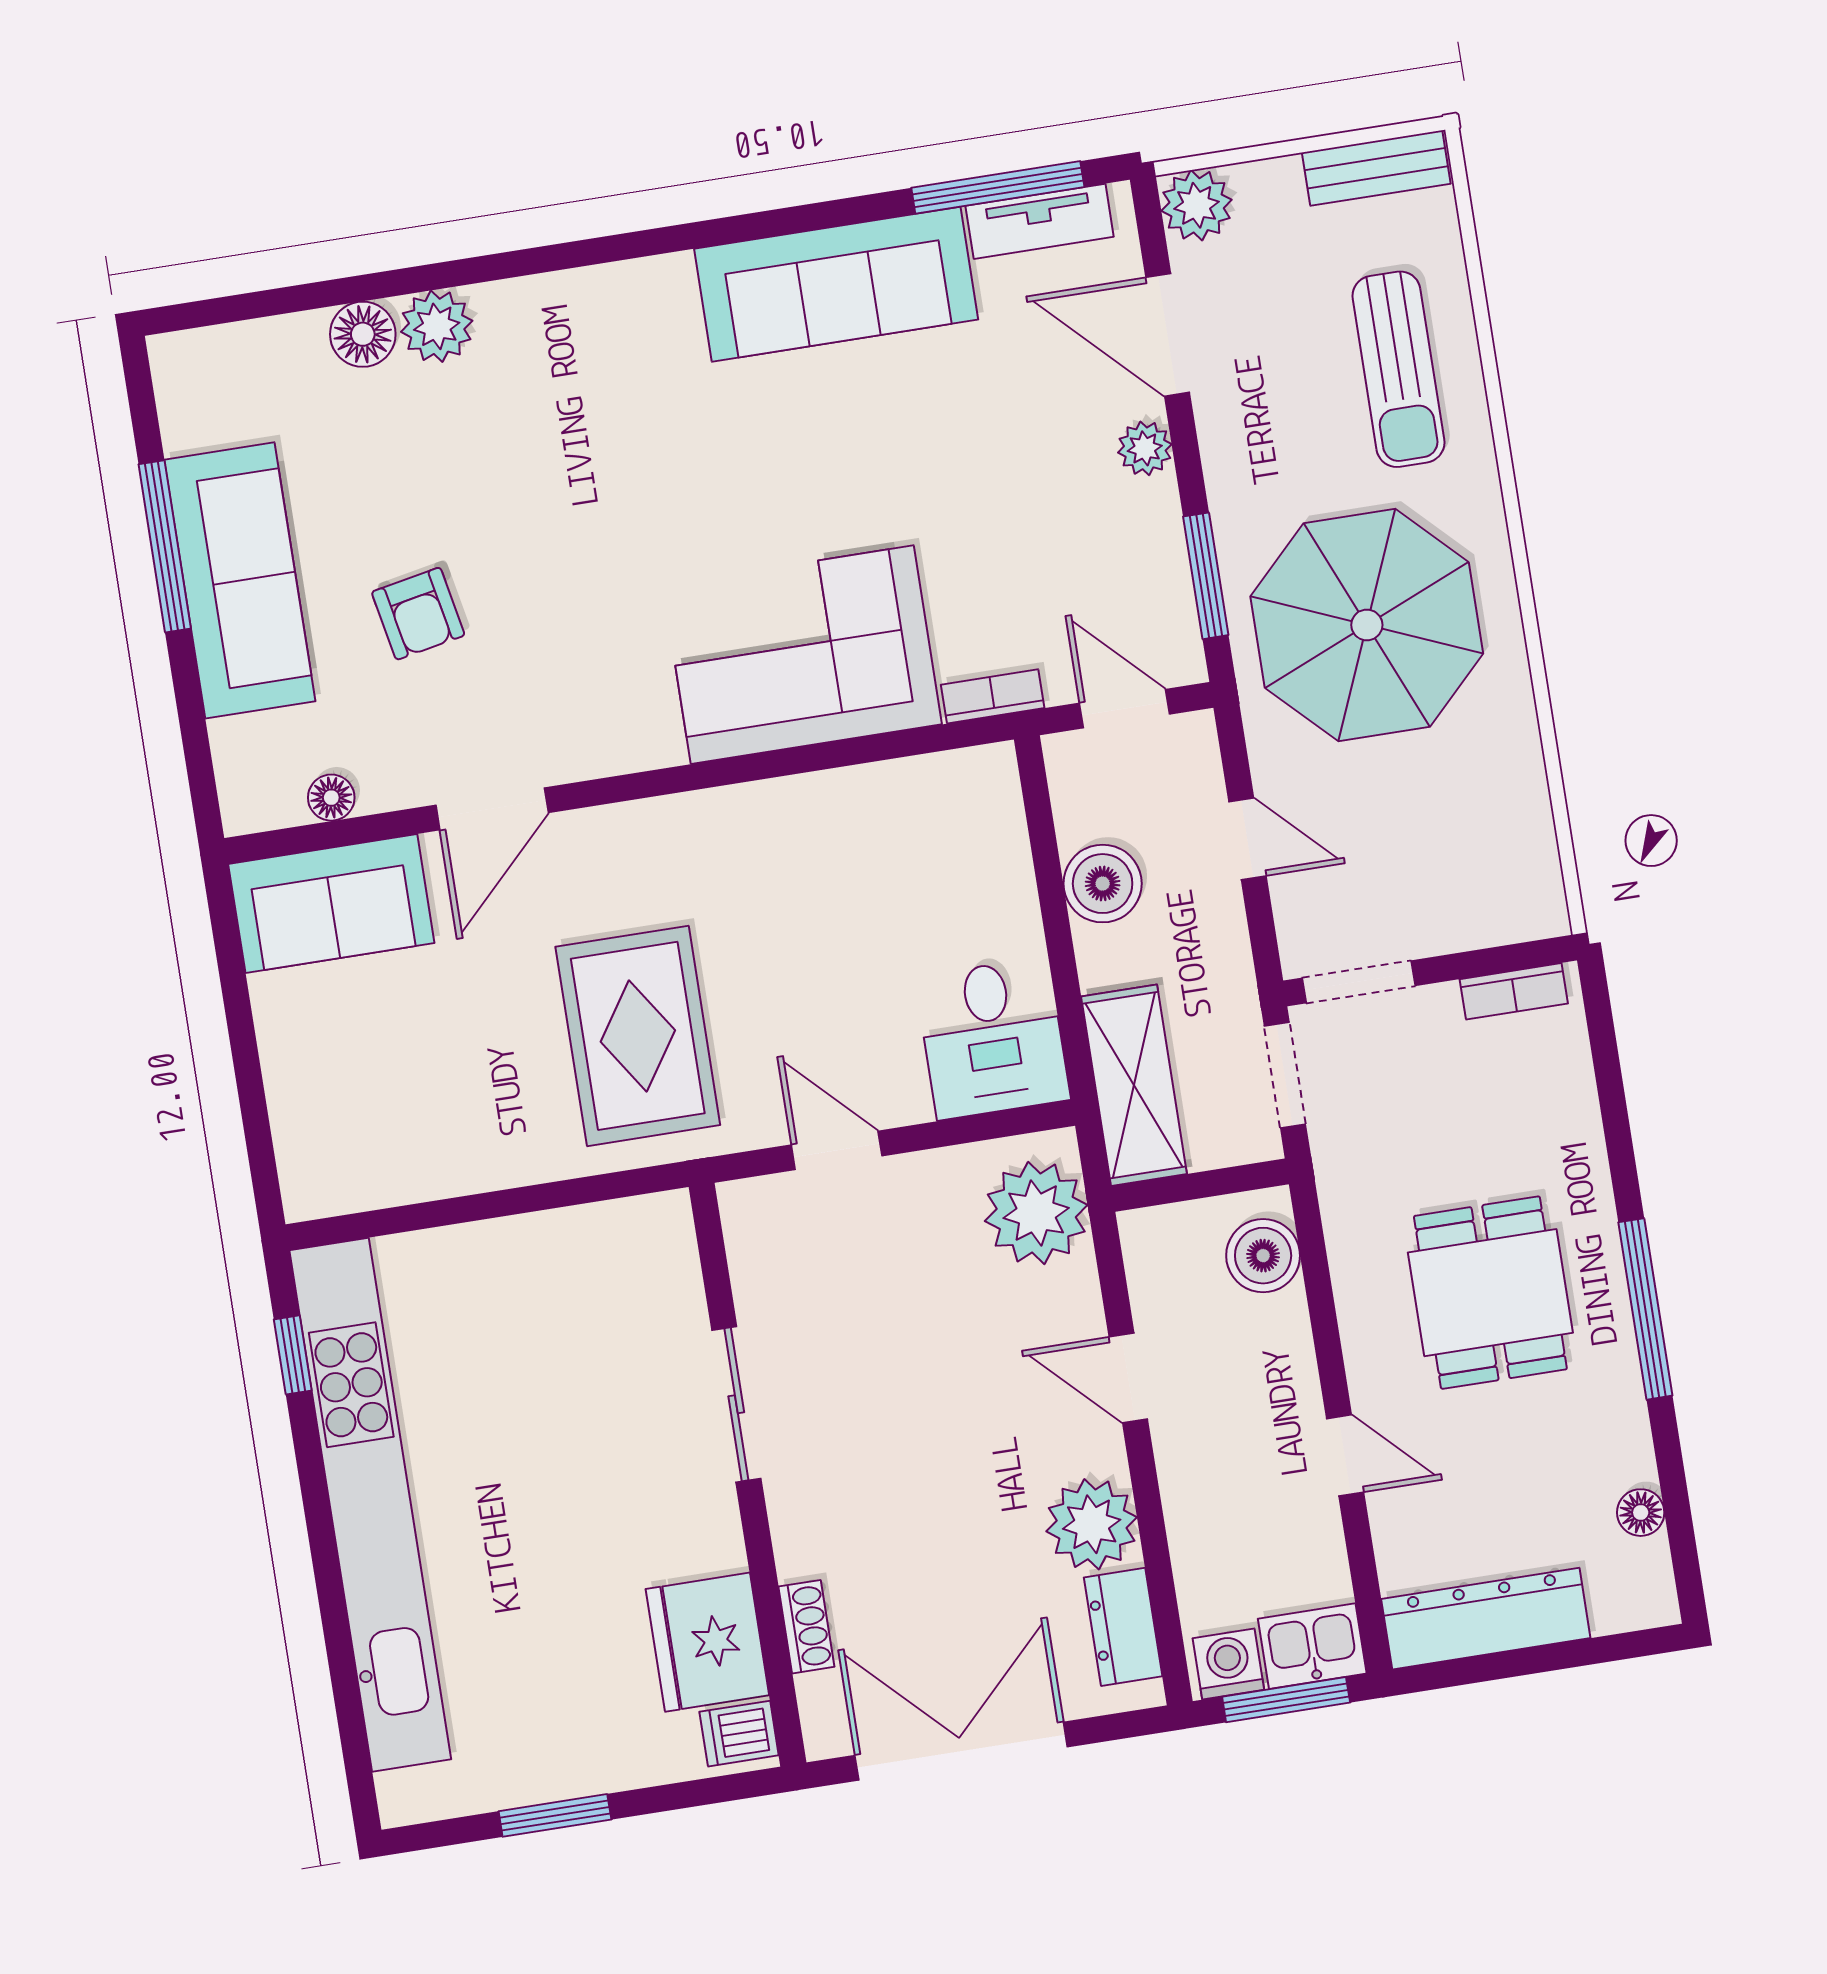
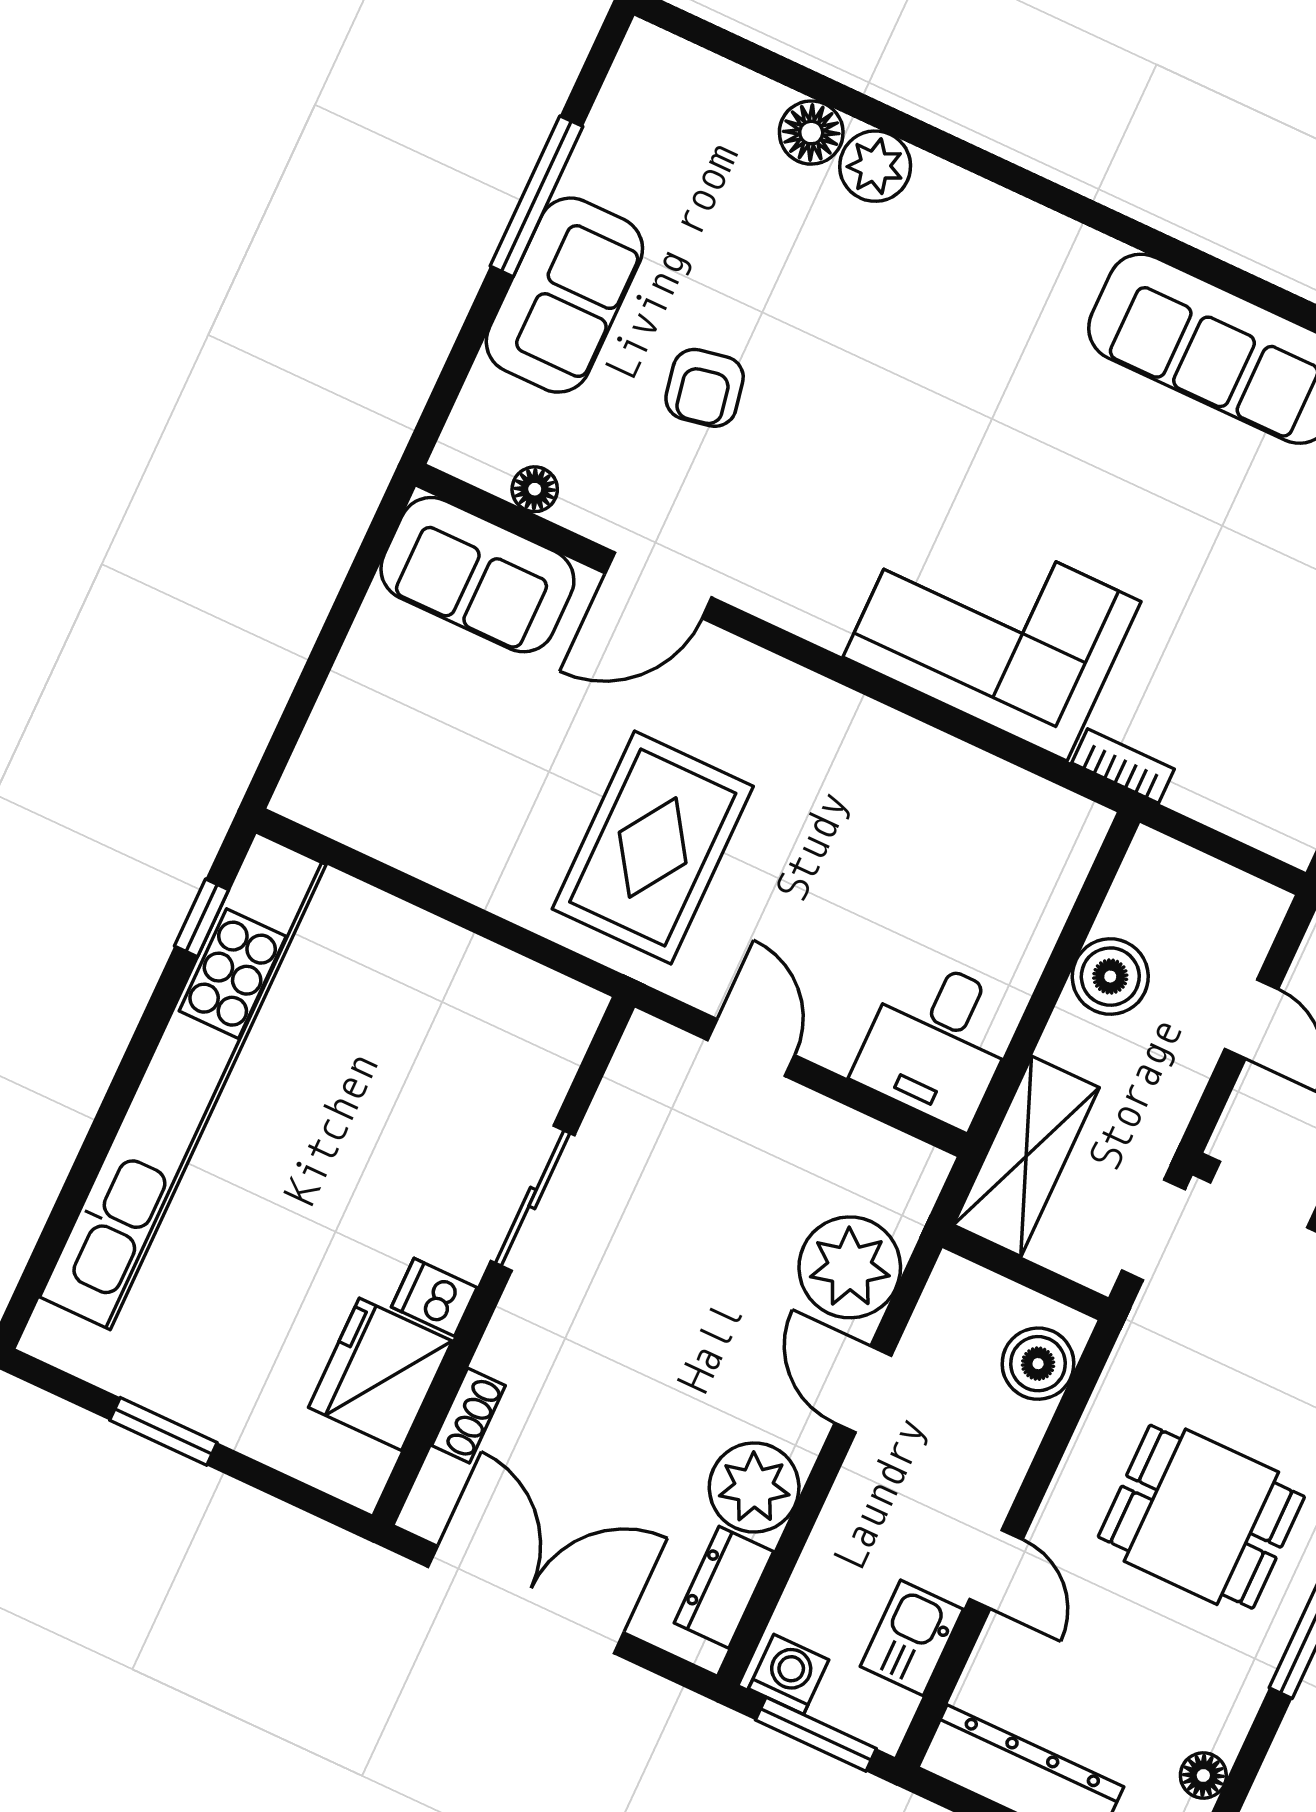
sofa: (240, 580) -> (564, 295), width x0.73
door: (1124, 709) -> (1223, 847), removed
plant: (1036, 1213) -> (850, 1267), moved
dining table: (1490, 1293) -> (1201, 1517), turned 90
kitchen sink: (1312, 1646) -> (912, 1638), moved, turned -90
dishwasher: (739, 1734) -> (434, 1297), moved

